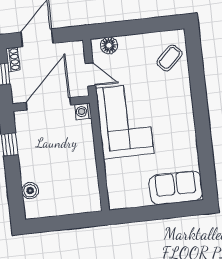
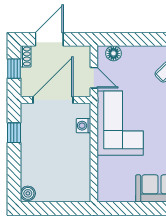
washing machine: (83, 111) -> (83, 126), moved
boiler: (30, 191) -> (28, 193), moved

